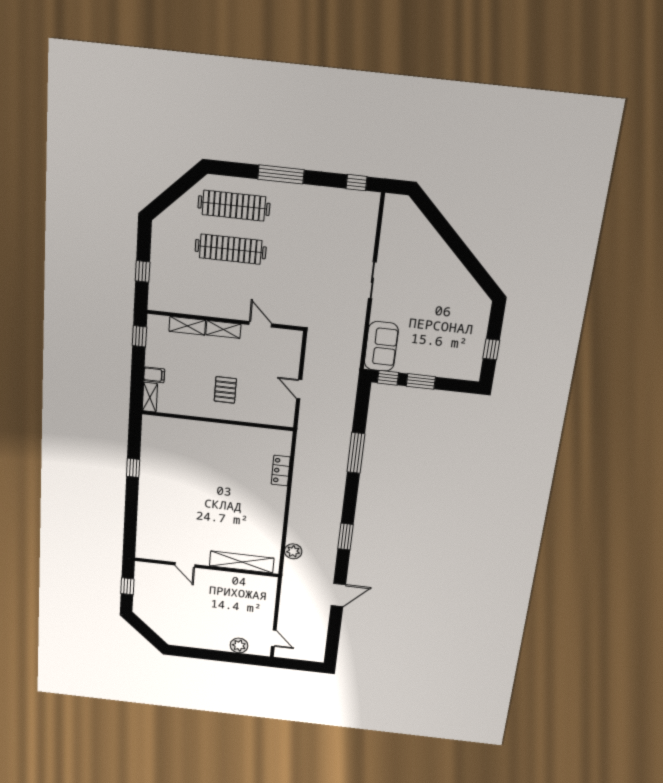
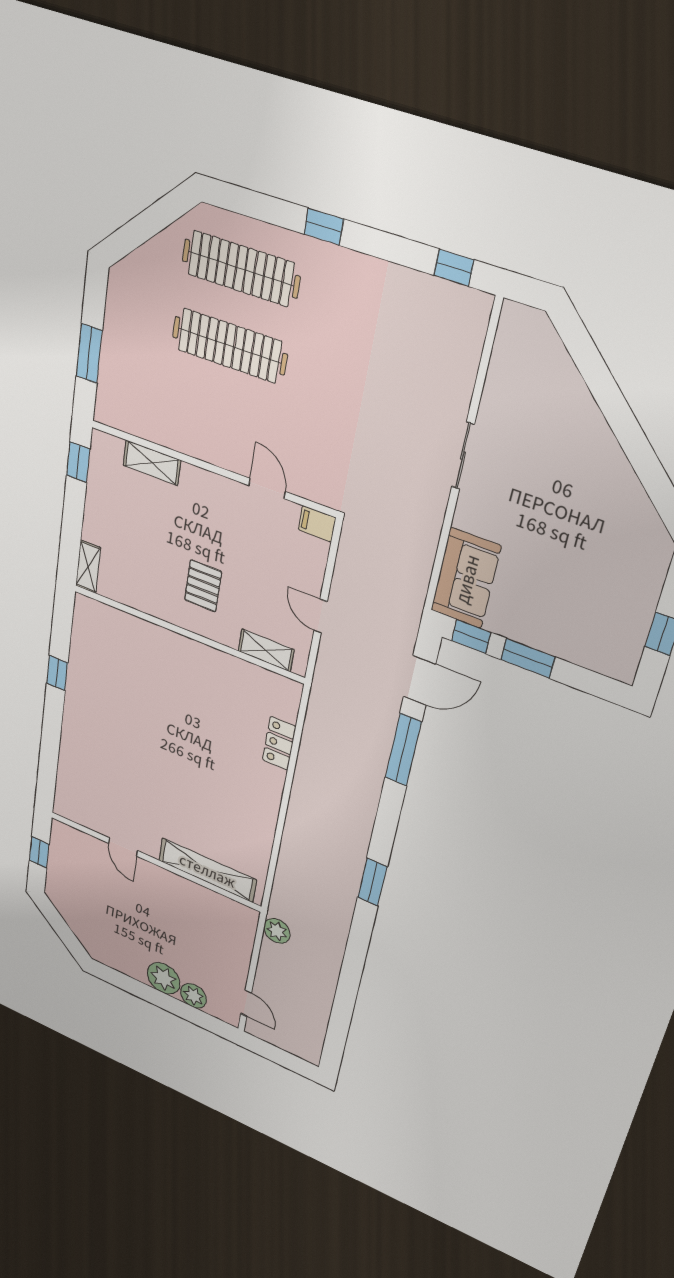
window: (281, 174) -> (324, 227), width x0.46
window: (143, 271) -> (89, 353), width x1.50
shelving: (223, 329) -> (266, 650), moved
filing cabinet: (154, 375) -> (317, 524), moved, turned 180
plant: (293, 551) -> (277, 931), moved
door: (338, 595) -> (419, 680), moved
plant: (218, 641) -> (164, 978), added

